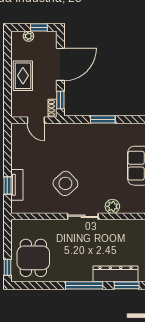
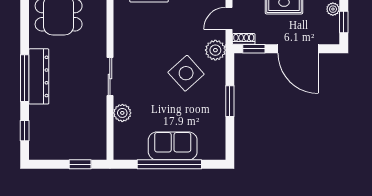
plant: (62, 131) -> (215, 50), added
side table: (65, 183) -> (186, 73), moved
dresser: (116, 274) -> (39, 76), moved
window: (127, 285) -> (25, 131), width x0.67

